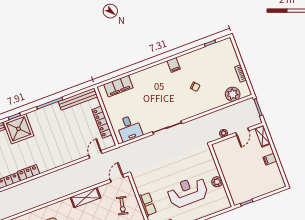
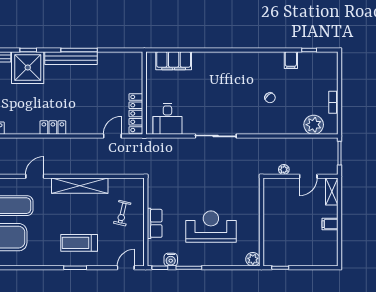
filing cabinet: (174, 65) -> (291, 60), moved
bench: (78, 99) -> (71, 58), moved
locker: (102, 122) -> (136, 113), moved
locker: (29, 173) -> (53, 128), moved
door: (117, 178) -> (35, 176), moved
plant: (217, 182) -> (253, 259), moved
shelving: (86, 198) -> (80, 186), width x1.47

